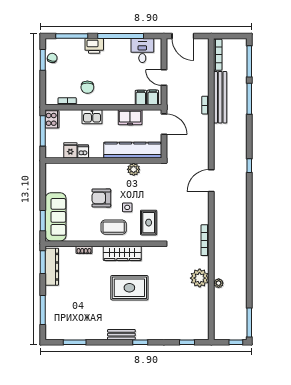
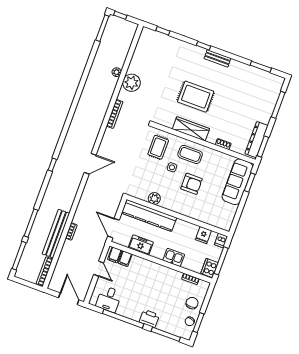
chair: (87, 87) -> (192, 303), moved
dishwasher: (83, 151) -> (221, 240), moved

